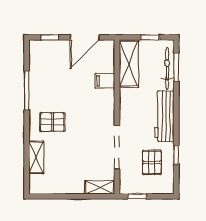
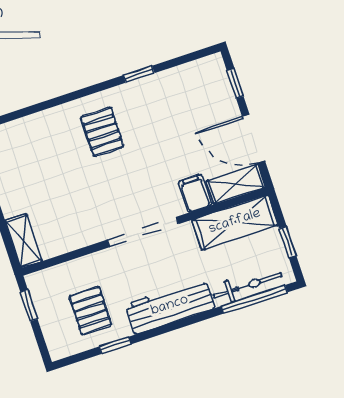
window: (176, 67) -> (254, 299), width x1.44
window: (27, 90) -> (139, 74), width x0.46
doorway: (117, 147) -> (143, 232), moved
shelving: (36, 157) -> (236, 184), moved
pallet: (152, 162) -> (90, 311), turned 90

